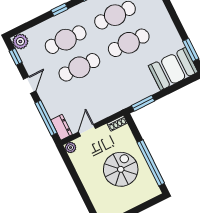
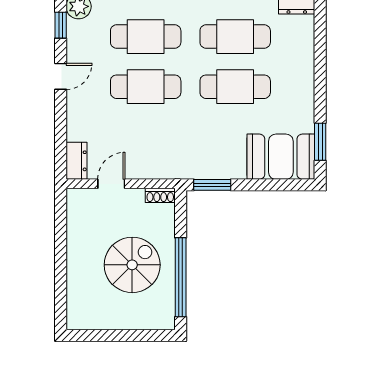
window: (46, 118) -> (61, 136), removed
plant: (71, 148) -> (75, 197), removed

